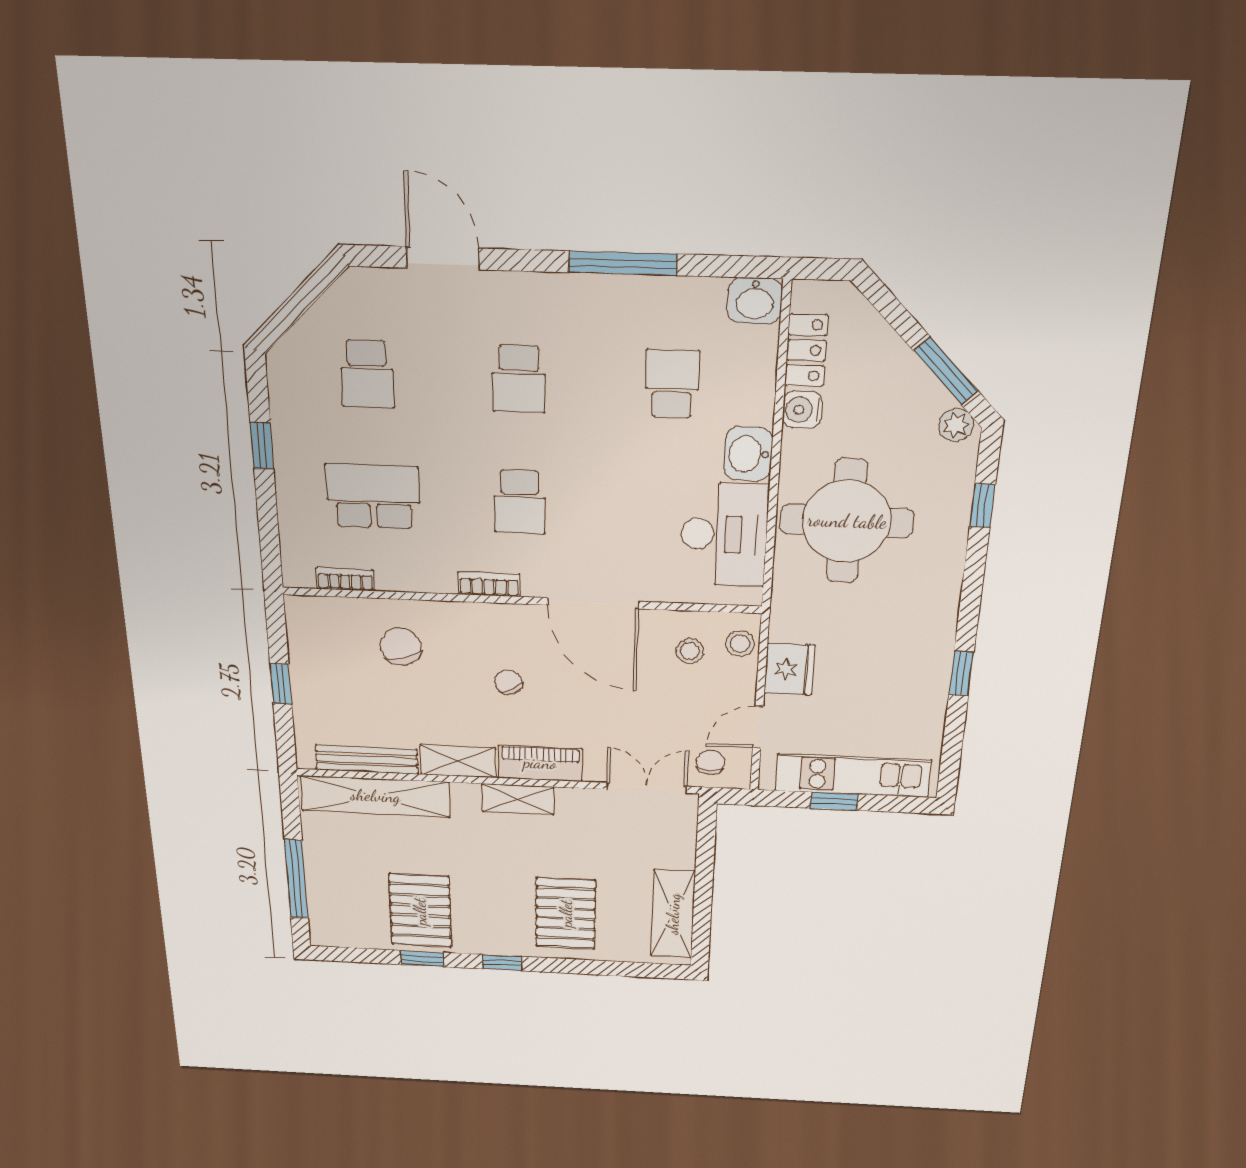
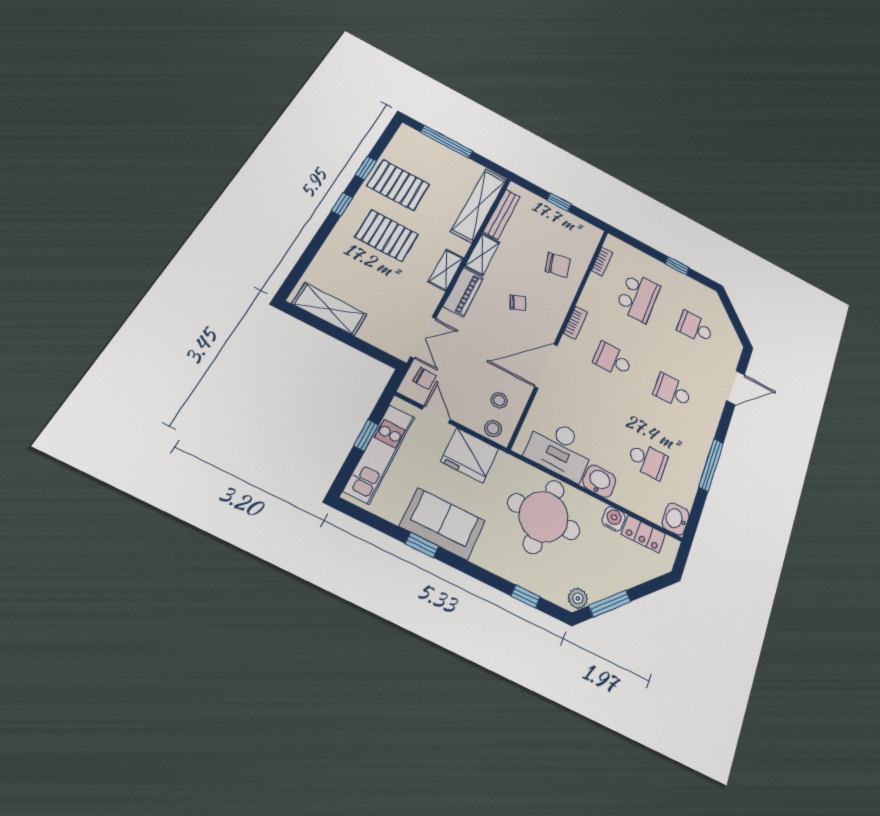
sofa: (919, 659) -> (442, 524), added
fridge: (790, 669) -> (470, 455), width x1.36, depth x1.34
pallet: (566, 913) -> (387, 236), moved

